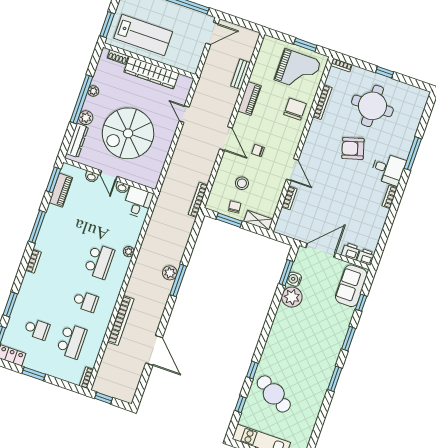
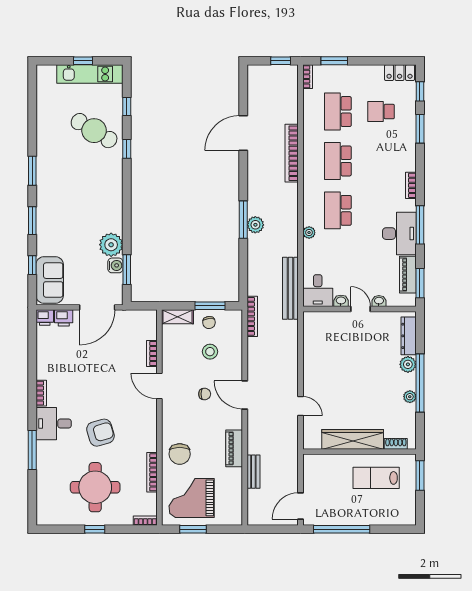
lab bench: (143, 35) -> (376, 478), width x0.73, depth x0.72
spiral stairs: (128, 133) -> (355, 363), removed
bench: (159, 212) -> (290, 288), added
desk: (56, 226) -> (399, 234), added
school desk: (85, 301) -> (338, 161), width x1.85
door: (154, 350) -> (243, 133), hinge flipped
window: (34, 374) -> (334, 61), moved

